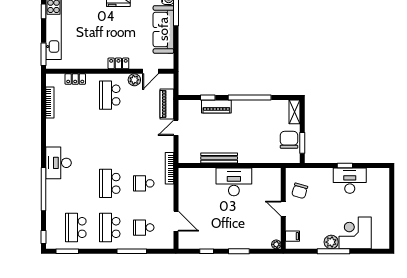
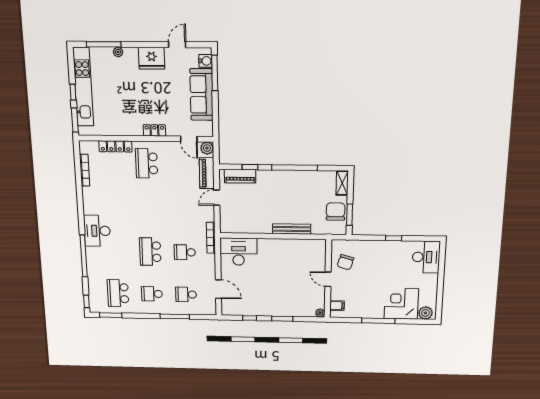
window: (44, 11) -> (73, 92), moved
door: (151, 71) -> (189, 139), hinge flipped
locker: (75, 79) -> (115, 146), width x1.53
plant: (134, 80) -> (207, 148), moved
piano: (216, 107) -> (240, 176), moved
bench: (219, 158) -> (292, 229), moved
desk: (350, 181) -> (426, 257), moved, turned 90
desk: (234, 182) -> (238, 252), moved
school desk: (110, 228) -> (152, 294), width x0.54
plant: (331, 242) -> (425, 313), moved

